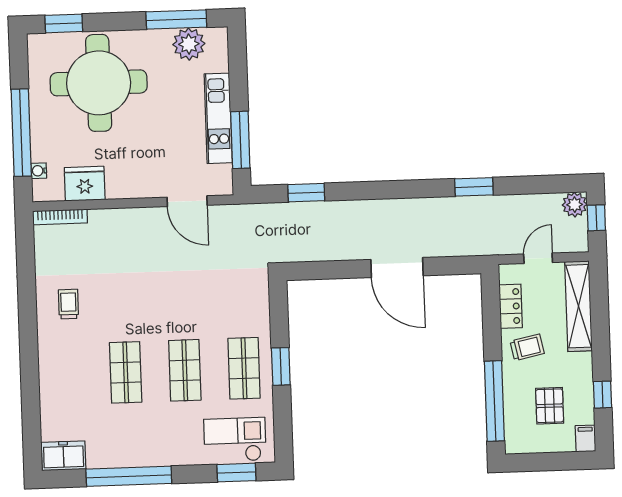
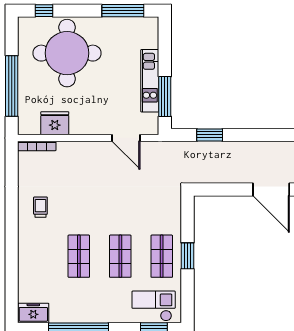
window: (64, 23) -> (44, 11), width x0.67
plant: (189, 44) -> (131, 28), removed
water cooler: (39, 171) -> (23, 113), removed

